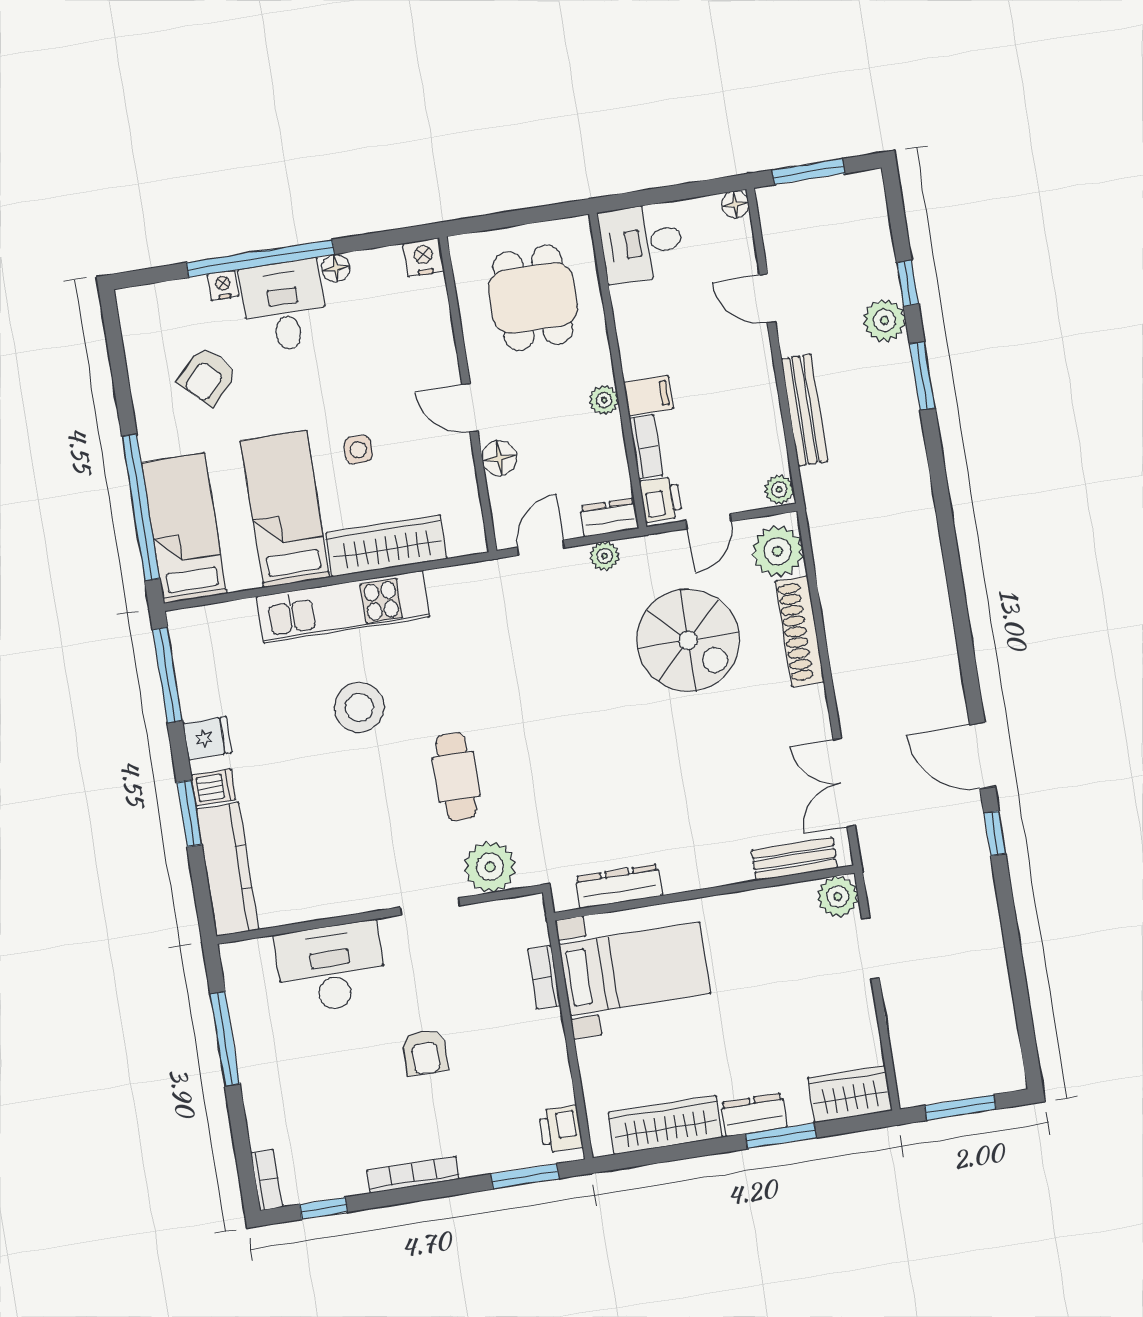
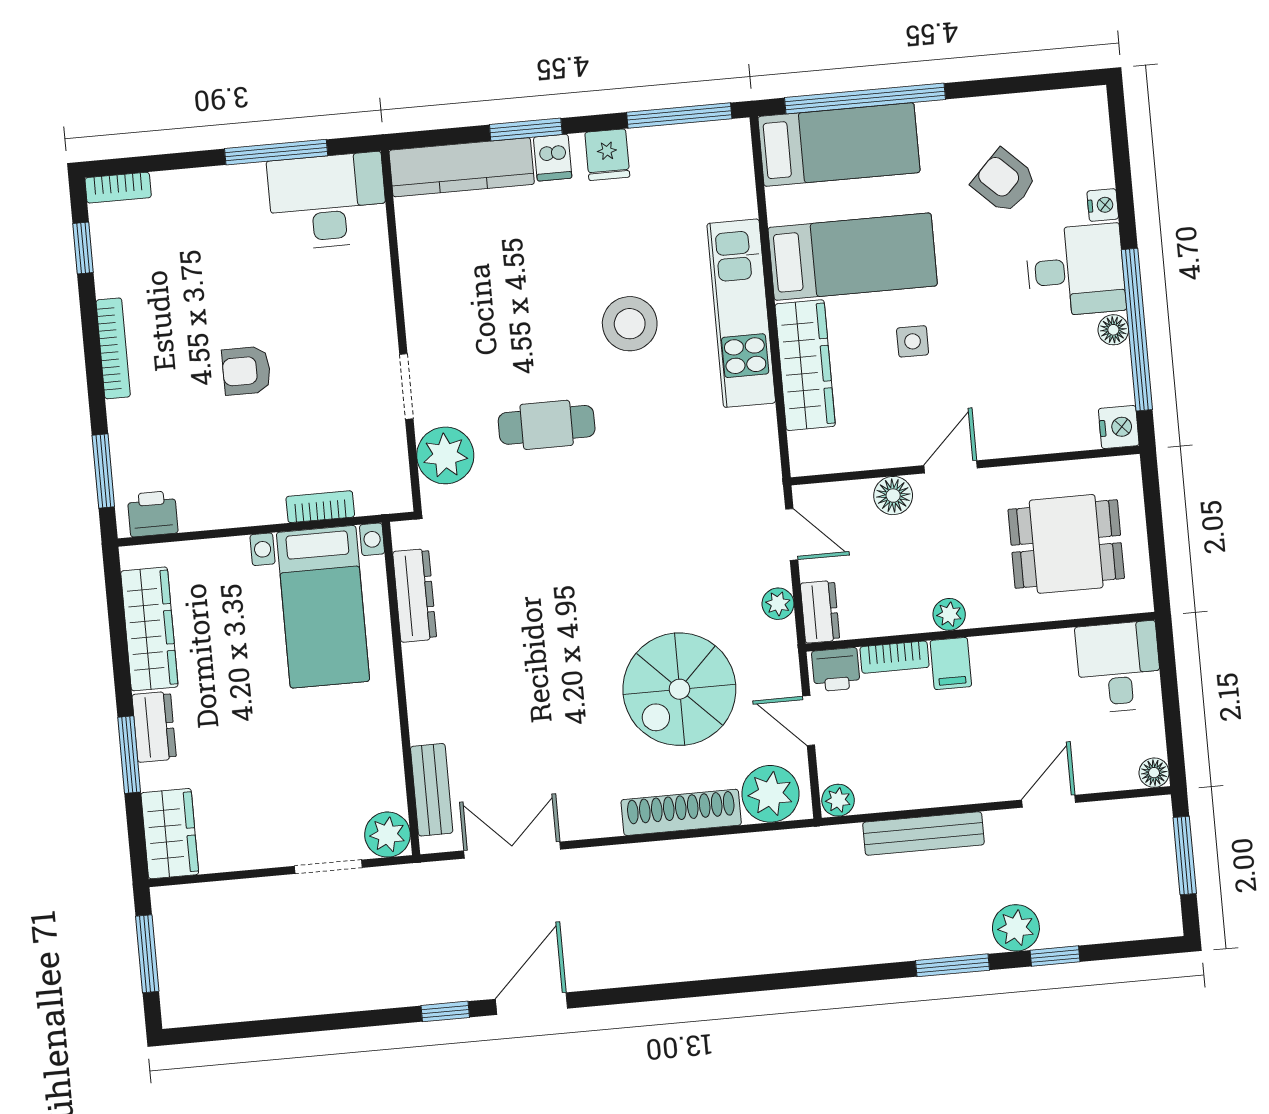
window: (260, 258) -> (1137, 330), moved
desk: (331, 968) -> (328, 201), moved, turned -90

